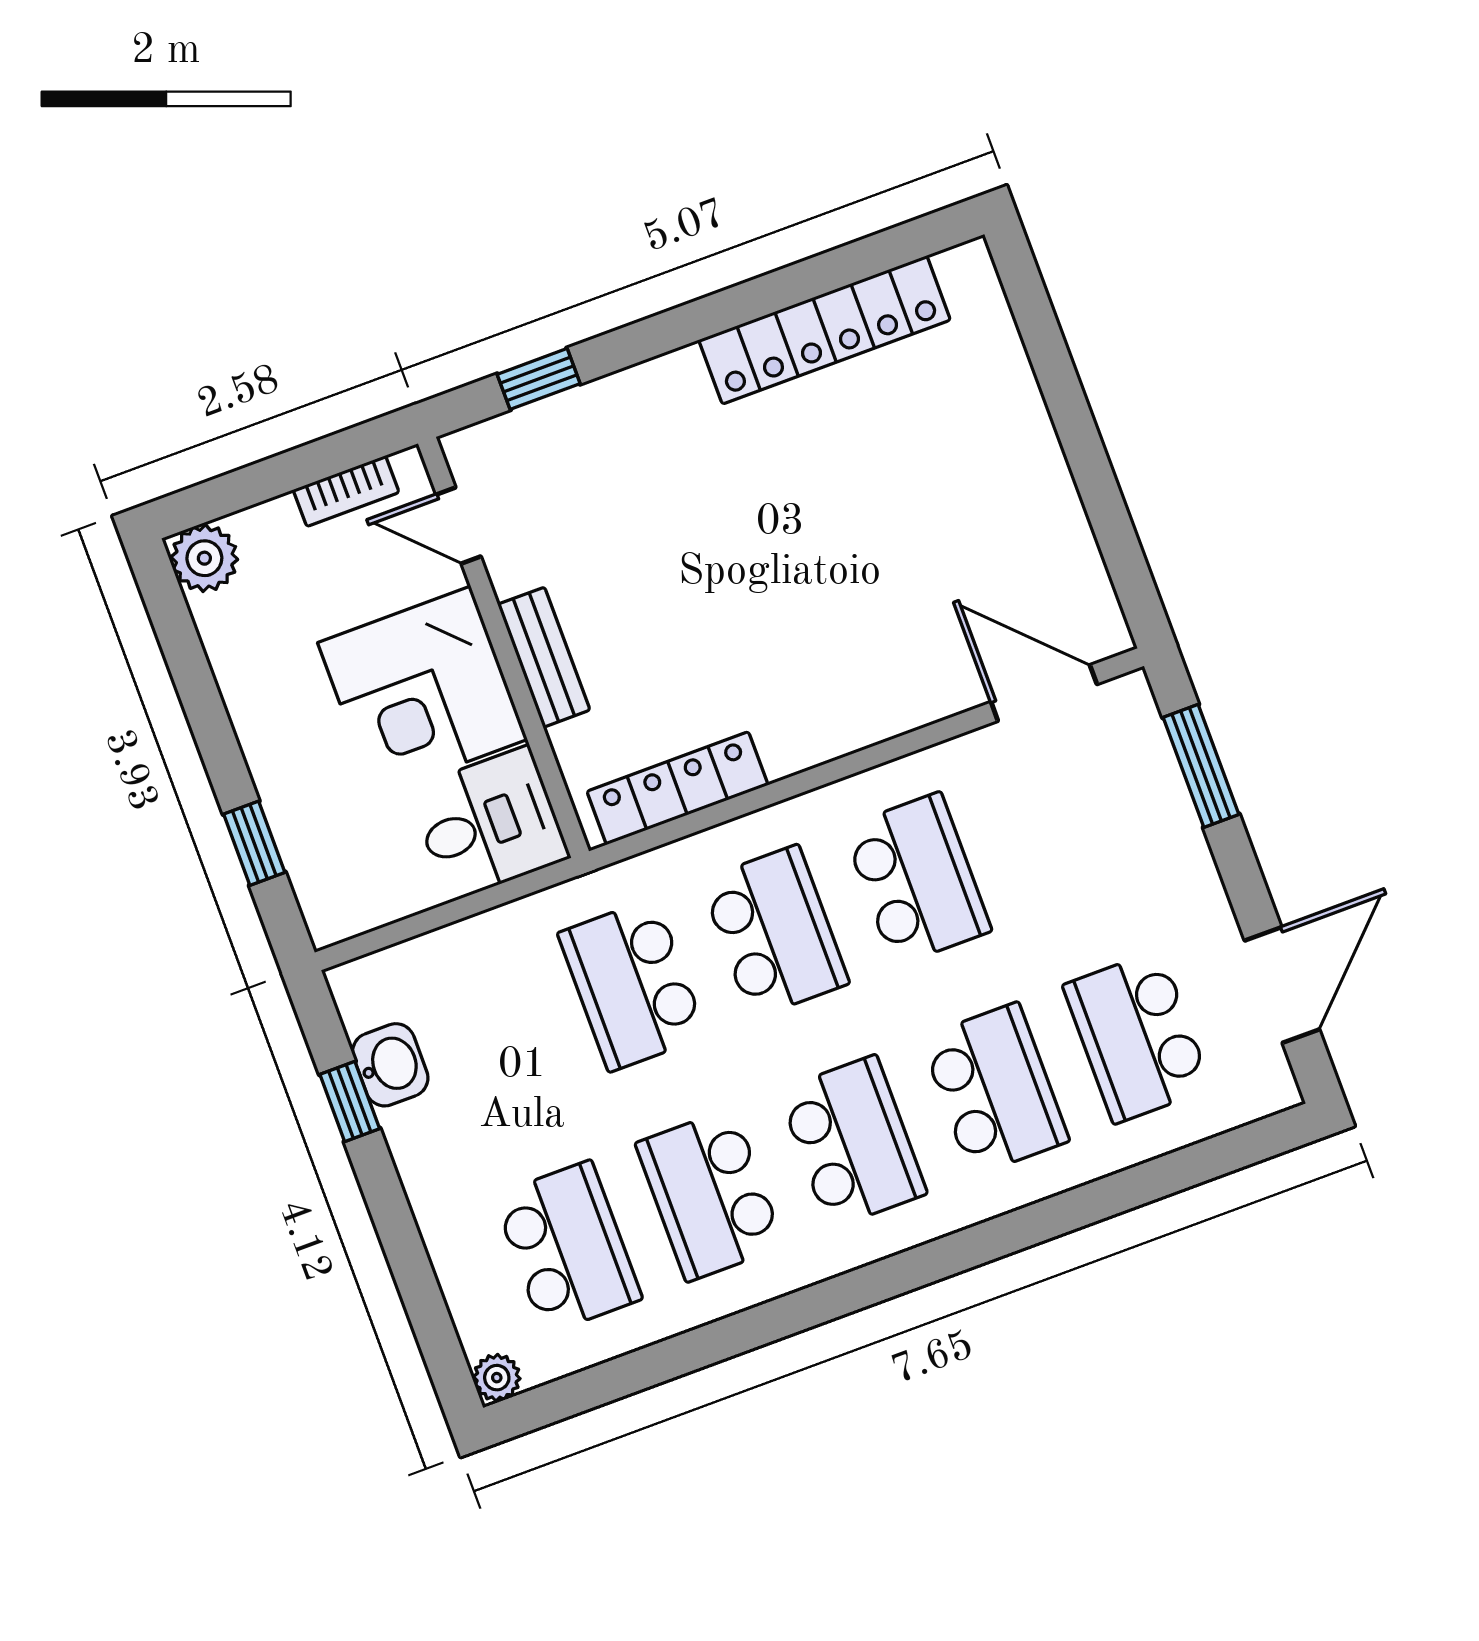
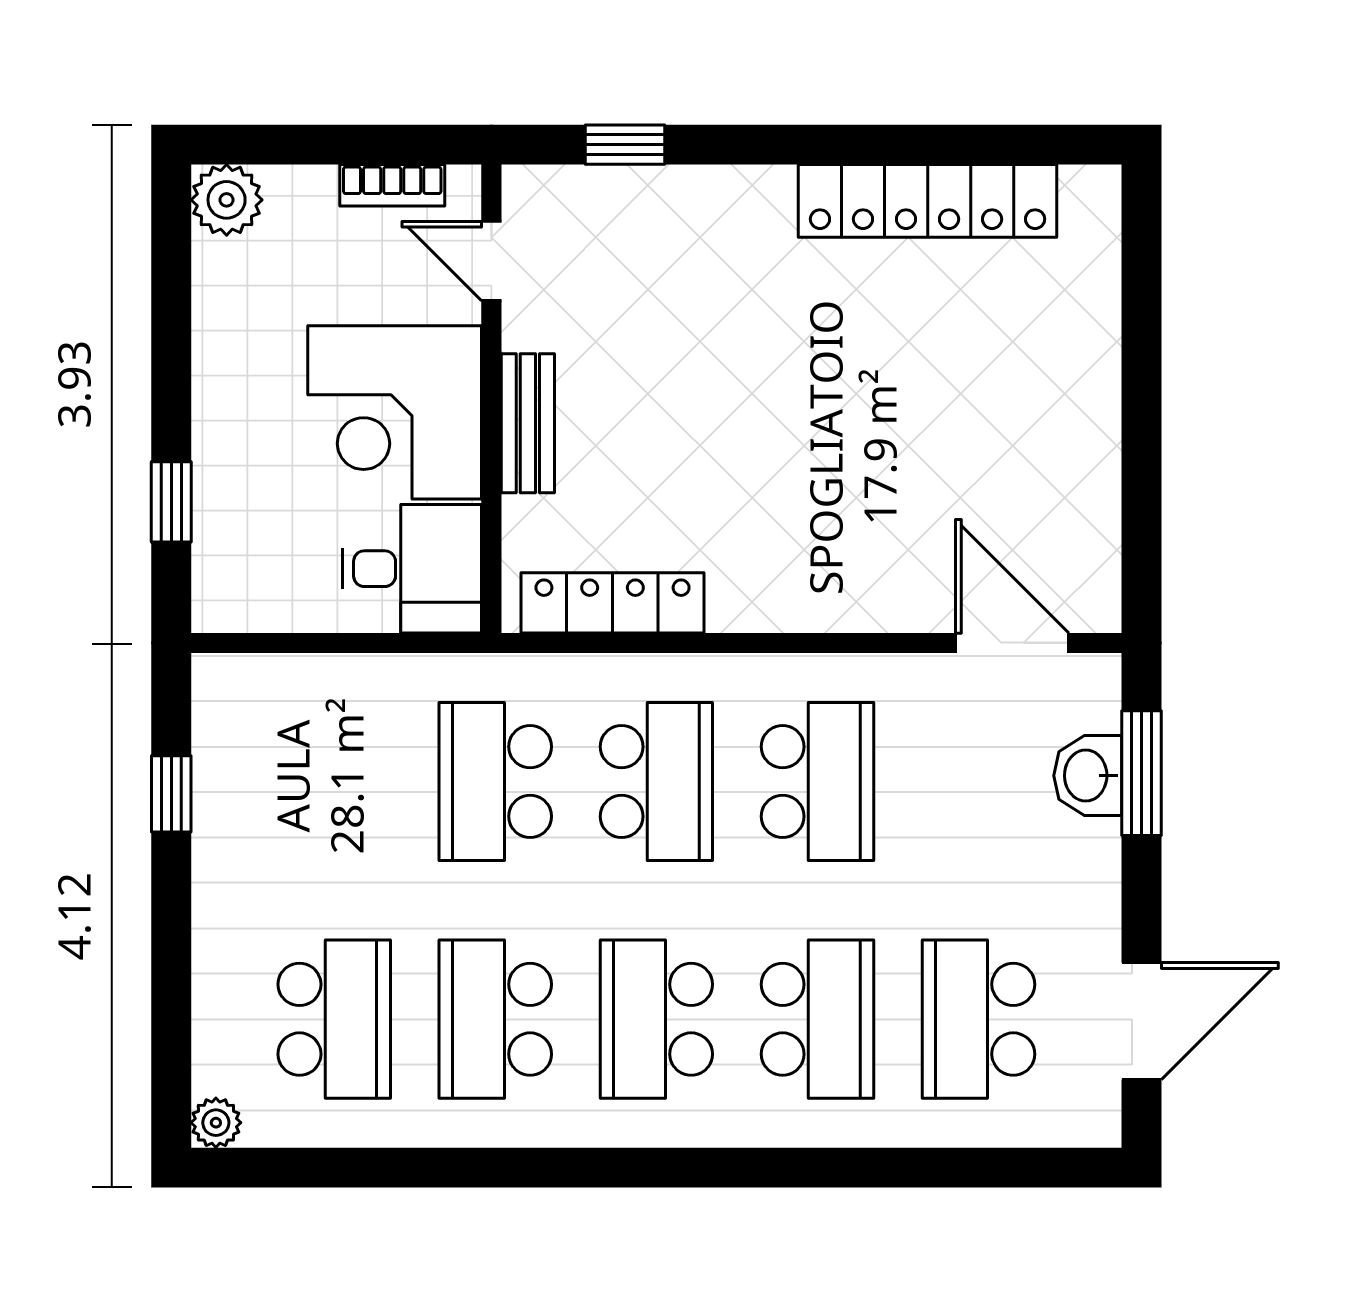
washbasin: (390, 1065) -> (1088, 776), moved, turned 180
school desk: (852, 1142) -> (656, 1019), turned 180

